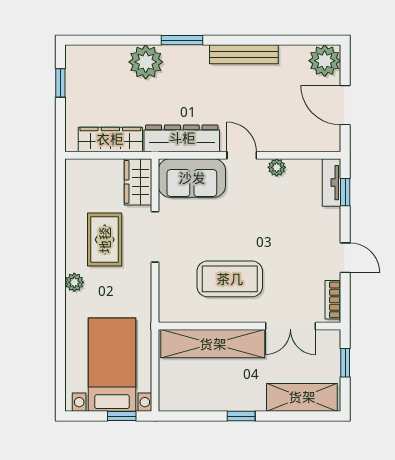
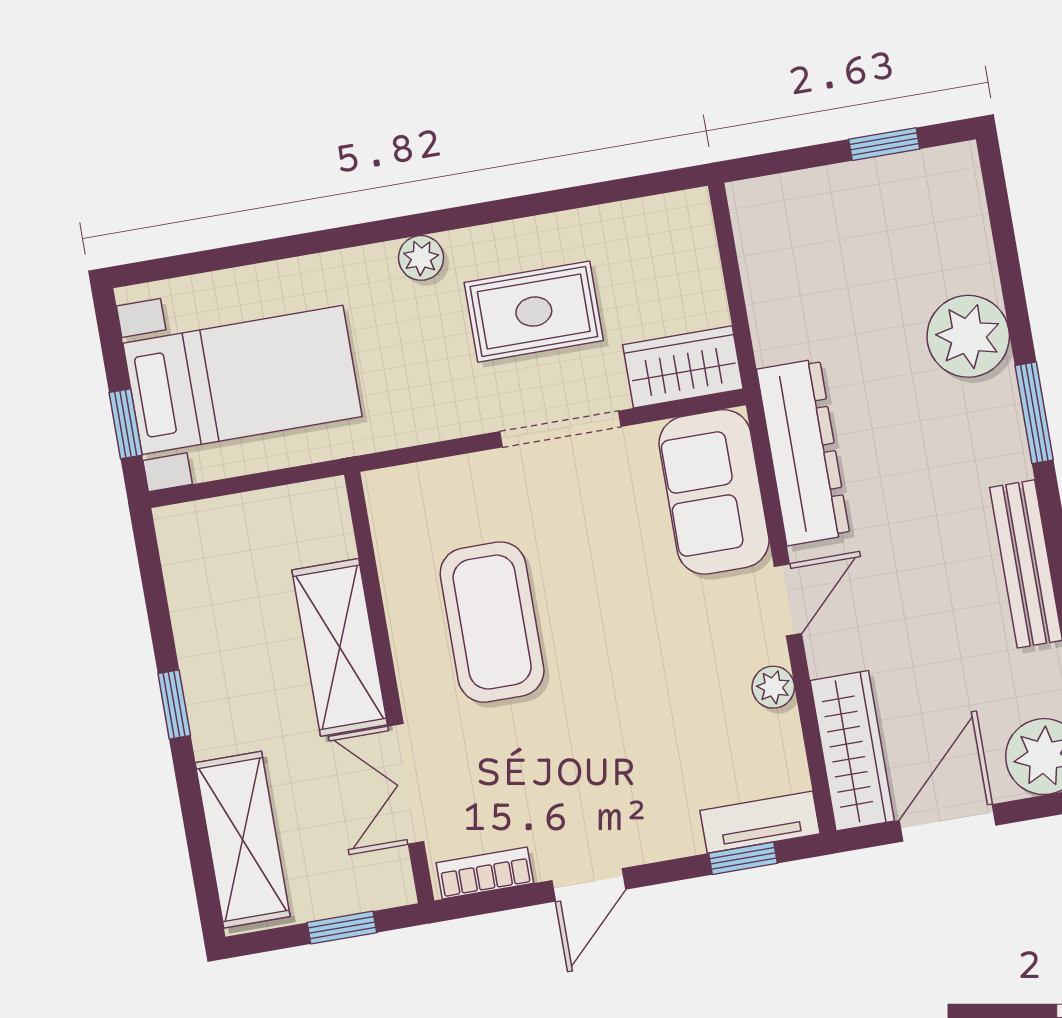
wardrobe: (110, 139) -> (852, 751), moved
shelving: (213, 344) -> (340, 647), width x0.68

